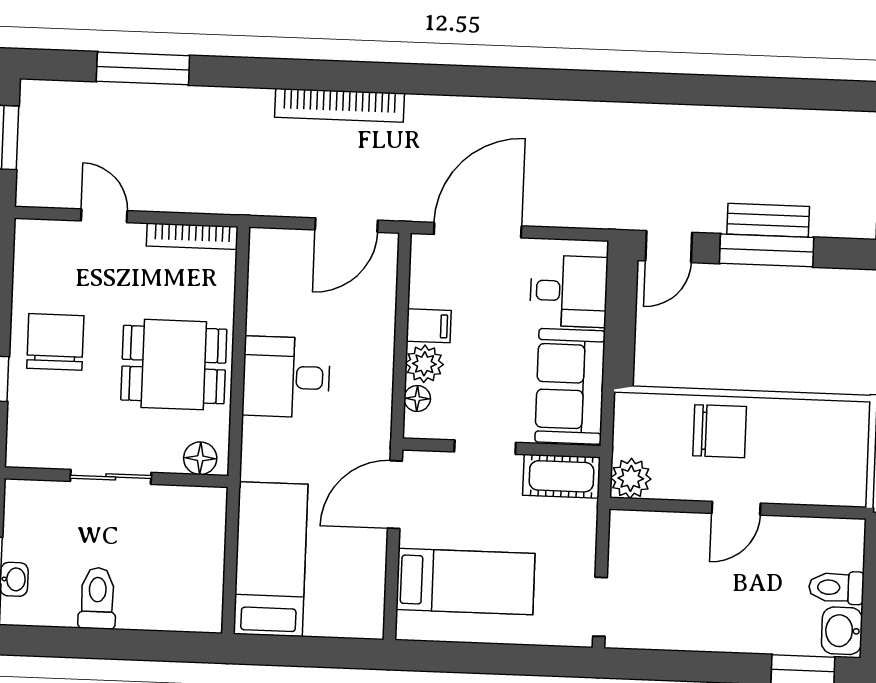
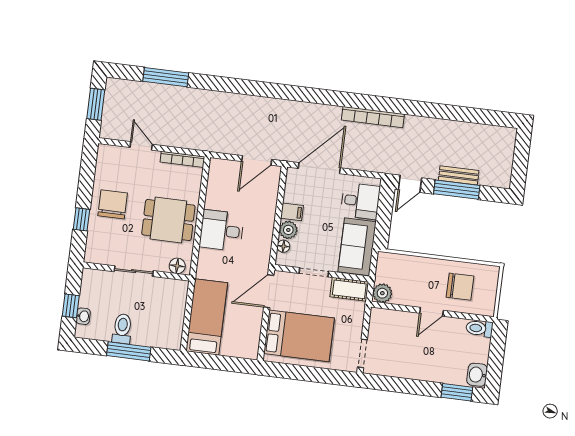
bookcase: (340, 105) -> (373, 117), moved
chair: (720, 431) -> (460, 287), moved
bed: (465, 582) -> (299, 336), width x1.50
toilet: (836, 588) -> (479, 328), moved
window: (115, 644) -> (129, 351), added

